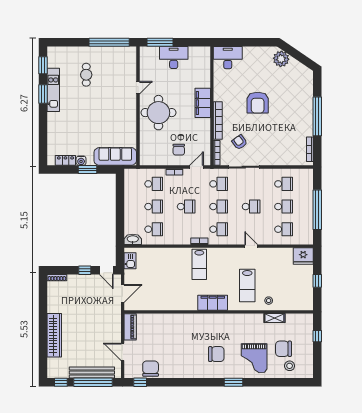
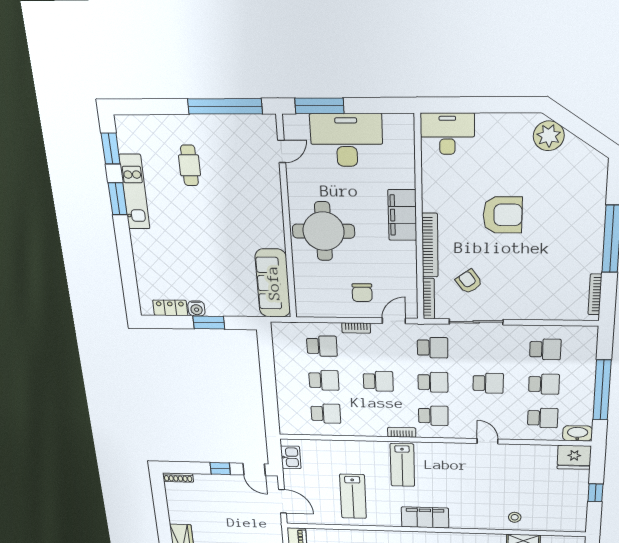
desk: (174, 57) -> (347, 140), width x1.36, depth x1.30
door: (138, 88) -> (282, 151), moved
armchair: (258, 103) -> (503, 215), turned -90
sofa: (115, 156) -> (273, 283), moved, turned -90
washbasin: (133, 239) -> (578, 433), moved
lab bench: (247, 286) -> (353, 496), moved
door: (123, 293) -> (282, 501), hinge flipped

